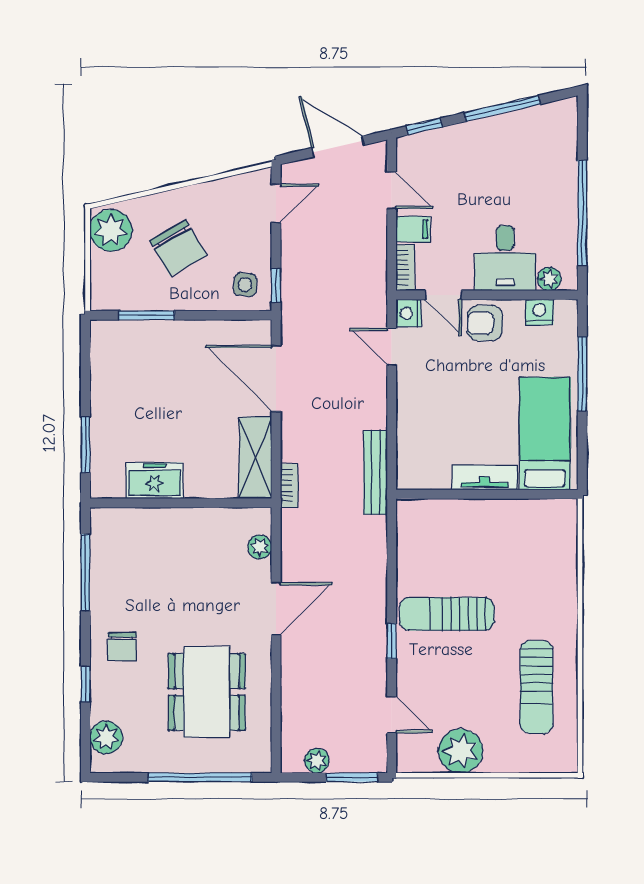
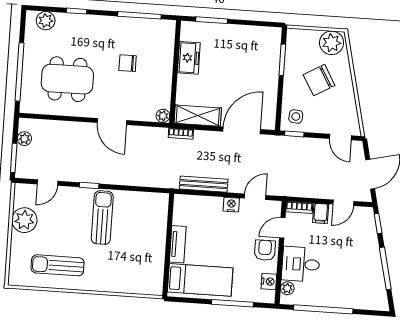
nightstand: (408, 313) -> (231, 205), moved
bench: (375, 472) -> (204, 184), moved
plant: (260, 547) -> (163, 116), moved
chair: (122, 647) -> (128, 63), moved

